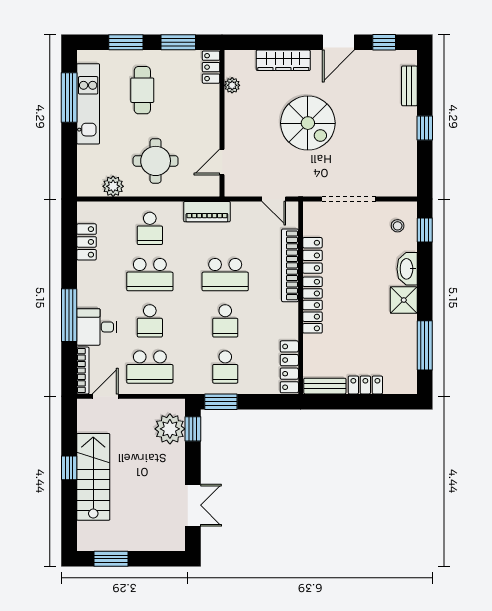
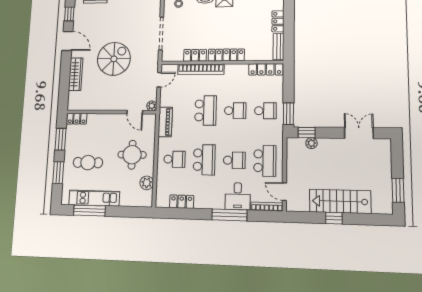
plant: (232, 85) -> (152, 106), moved
plant: (170, 429) -> (312, 143), width x0.53, depth x0.53

